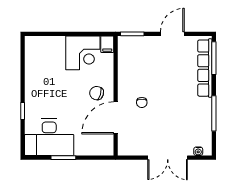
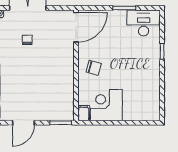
chair: (142, 103) -> (27, 40), moved
door: (116, 118) -> (76, 27), moved
desk: (49, 137) -> (144, 23), width x0.73, depth x0.77

